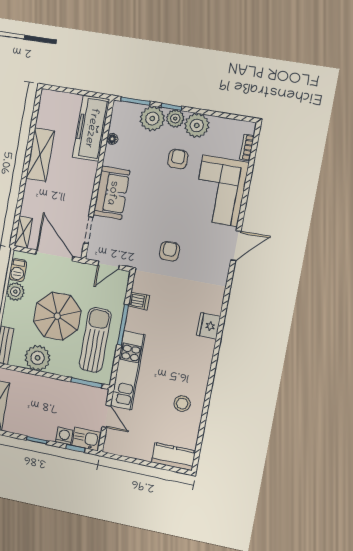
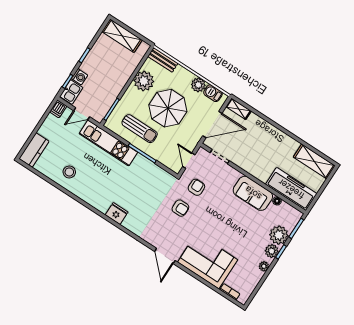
plant: (197, 125) -> (264, 266), width x0.53, depth x0.53
shelving: (40, 155) -> (314, 161), moved
armchair: (178, 159) -> (196, 187), moved, turned -90
sofa: (112, 193) -> (253, 193), moved
dishwasher: (139, 301) -> (58, 109), moved
sun lounger: (95, 340) -> (140, 129), width x0.73, depth x0.75

